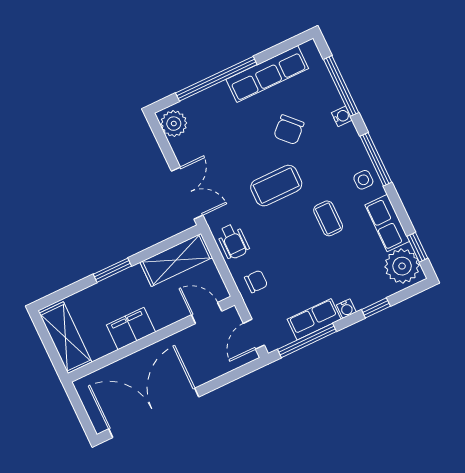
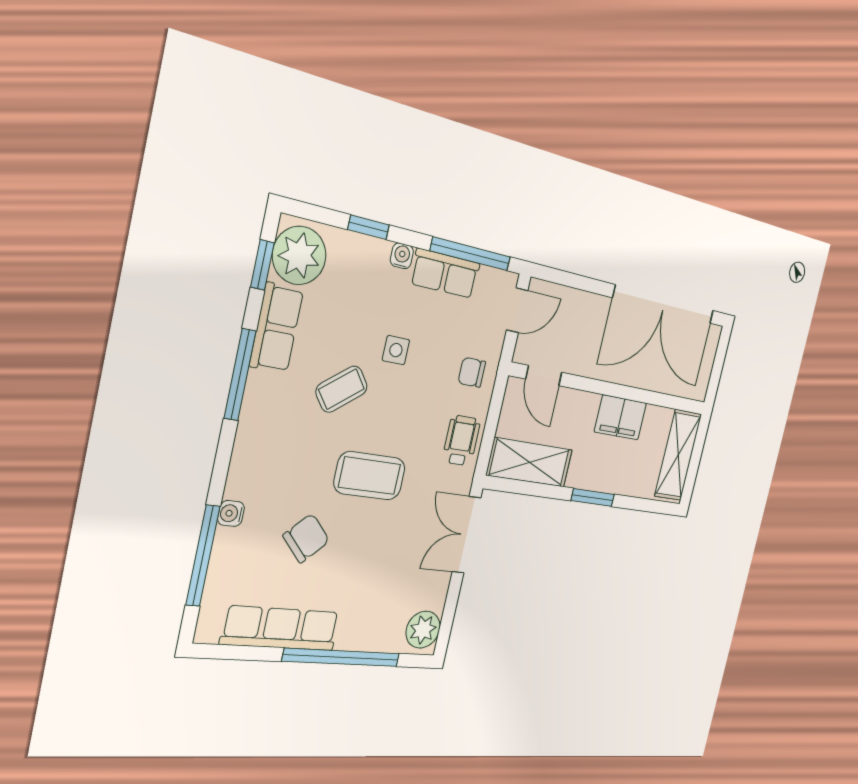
window: (376, 159) -> (240, 375), moved
side table: (363, 180) -> (396, 350), moved
coffee table: (328, 218) -> (342, 389), turned 53

